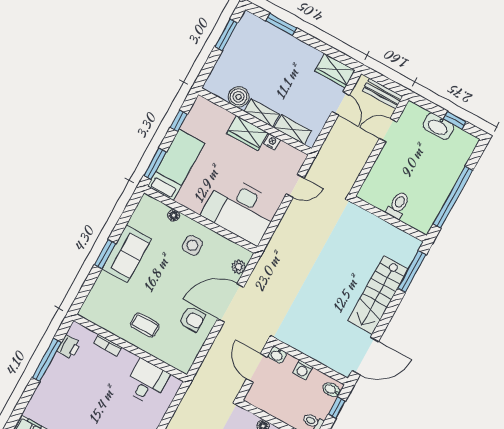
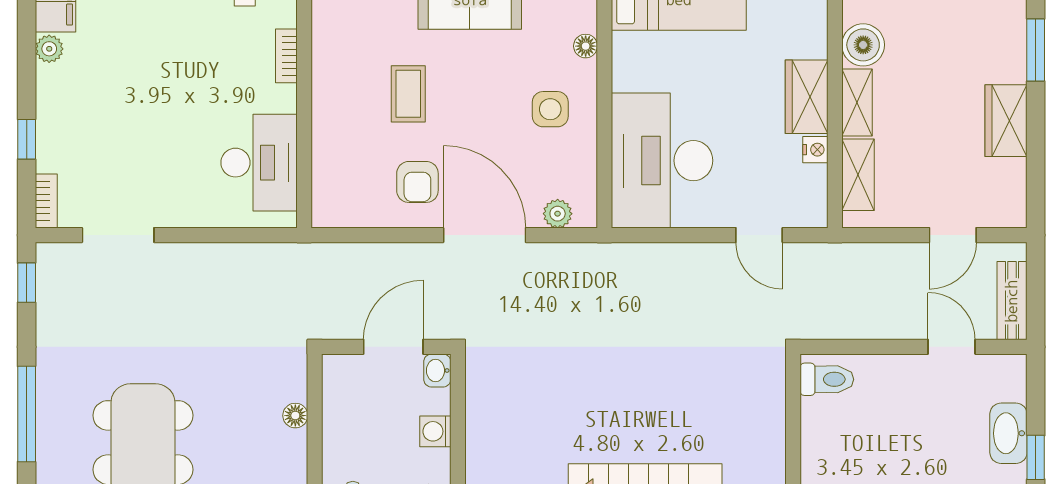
wardrobe: (335, 71) -> (1006, 121), moved
toilet: (398, 205) -> (827, 379), moved
coffee table: (145, 325) -> (408, 94), moved
desk: (147, 382) -> (259, 163), width x1.37

